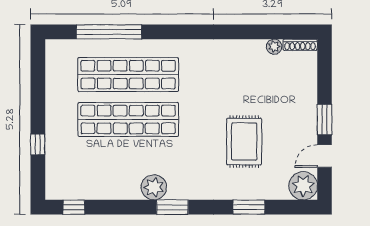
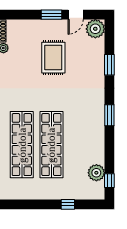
rug: (244, 142) -> (53, 58), moved, turned 90
door: (325, 156) -> (76, 15), hinge flipped
plant: (154, 187) -> (96, 173), moved

